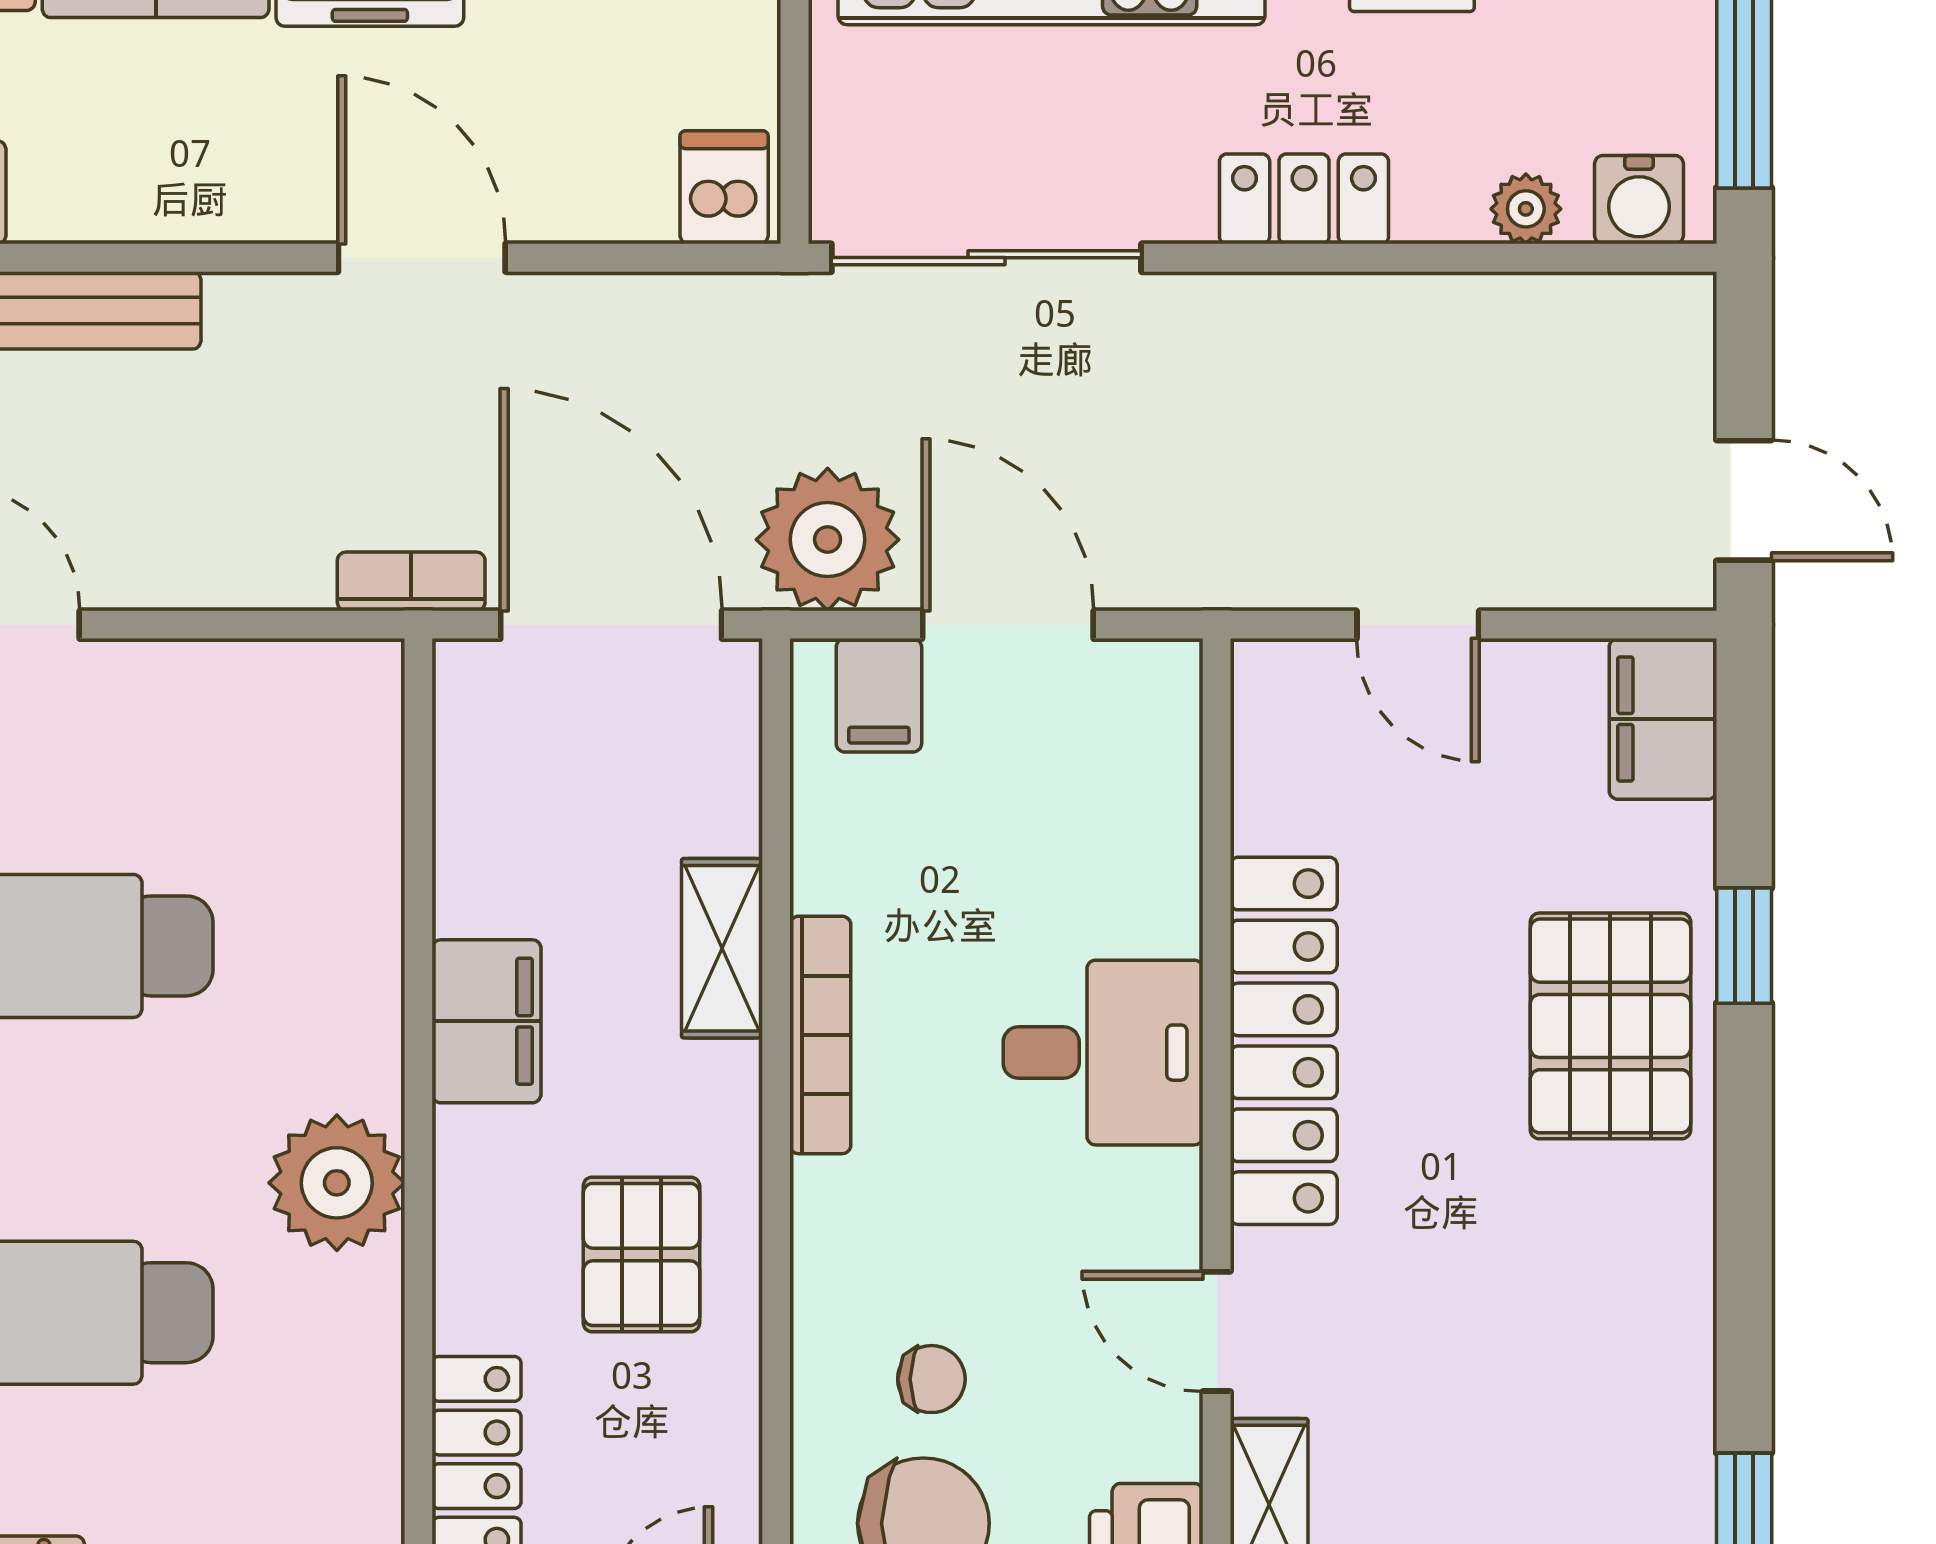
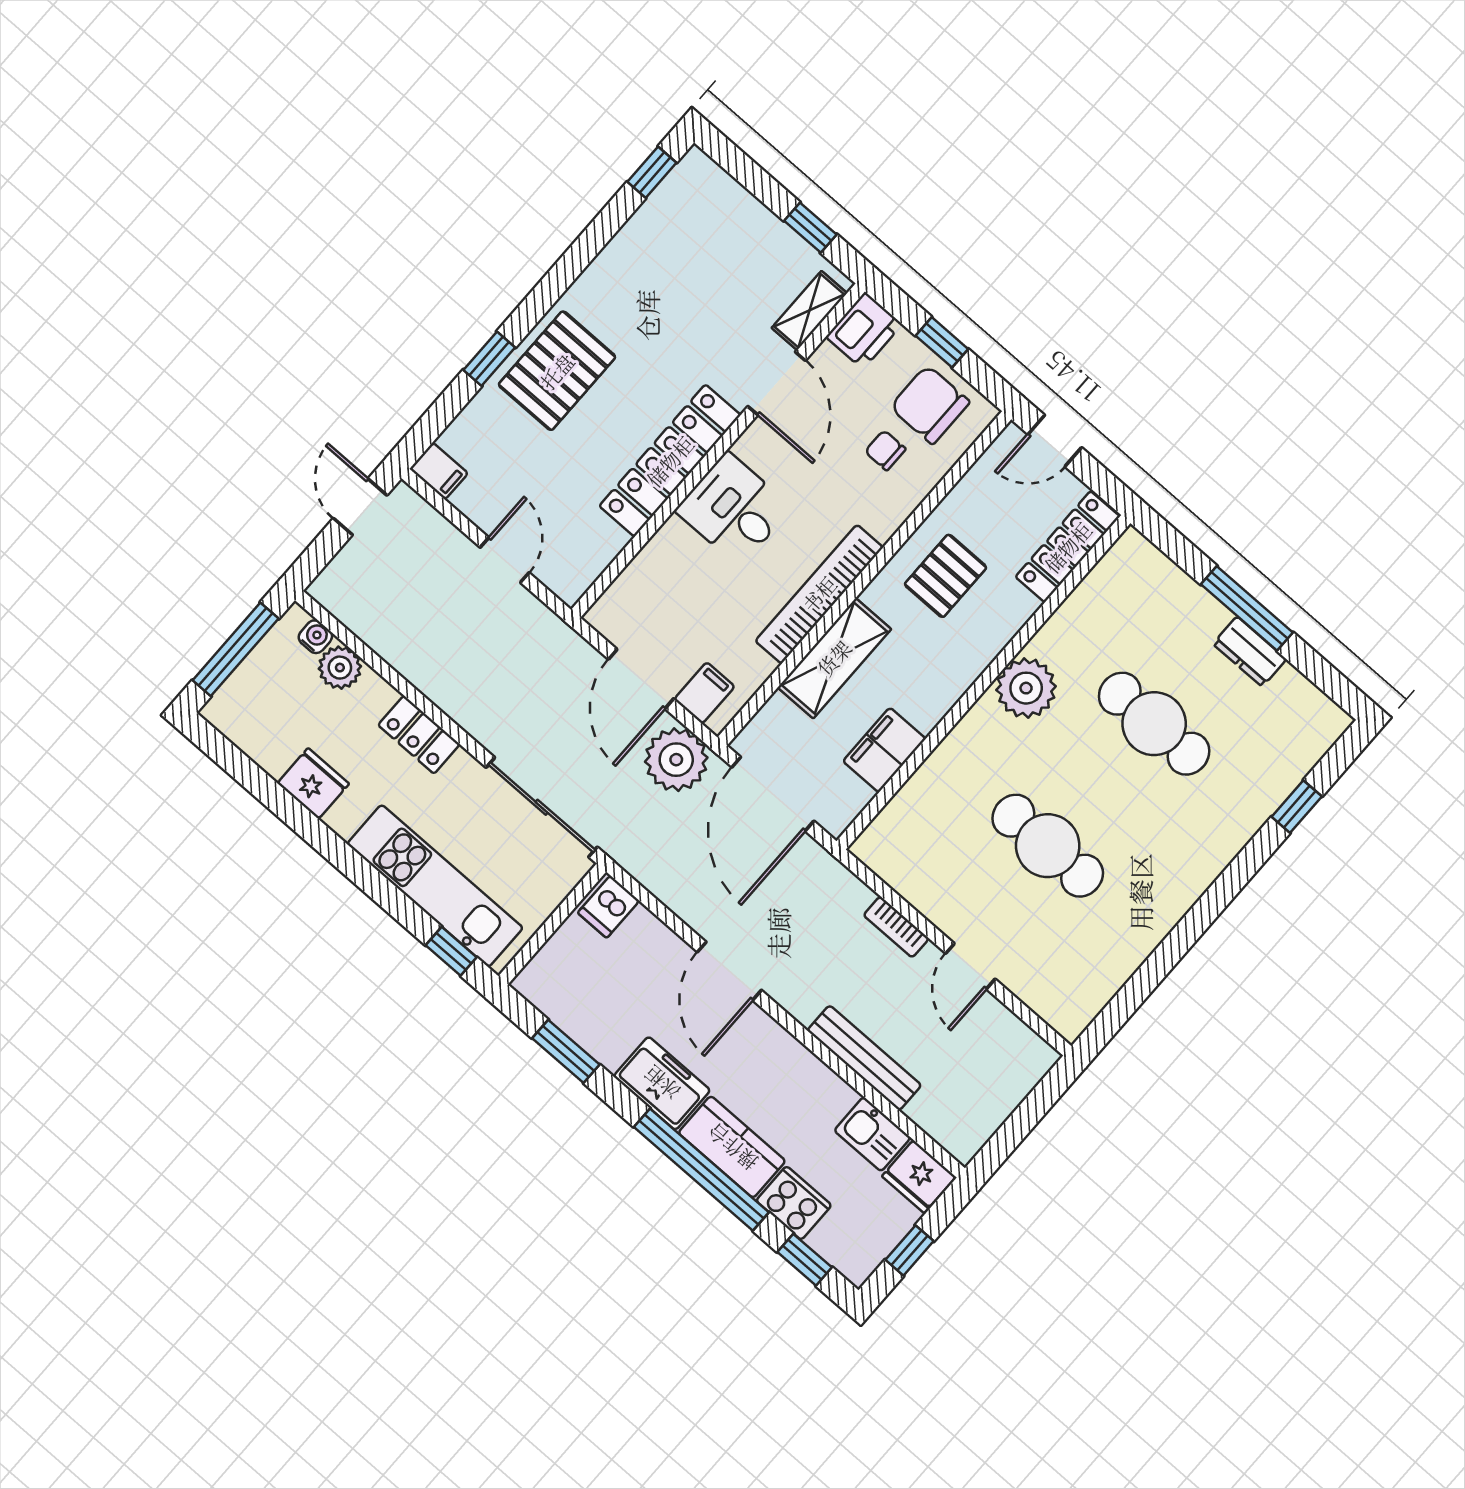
water cooler: (1639, 200) -> (315, 637), width x0.72, depth x0.72
plant: (1526, 209) -> (340, 668), width x1.38, depth x1.38
bookcase: (411, 581) -> (896, 927), moved
filing cabinet: (1663, 719) -> (439, 471), width x0.50
shelving: (722, 948) -> (834, 658), width x1.50, depth x1.33
filing cabinet: (487, 1021) -> (884, 750), moved
bookcase: (820, 1035) -> (819, 594), width x1.48, depth x1.31
door: (1217, 1331) -> (777, 383), width x1.38

